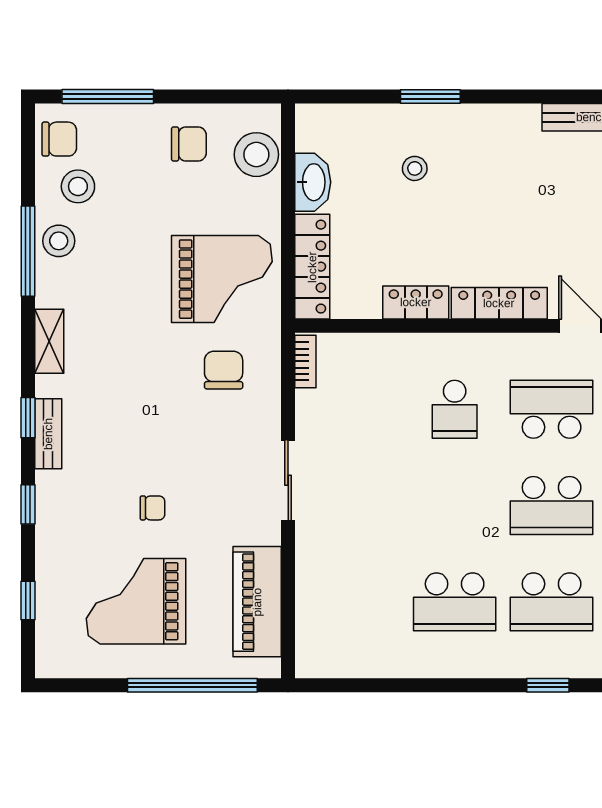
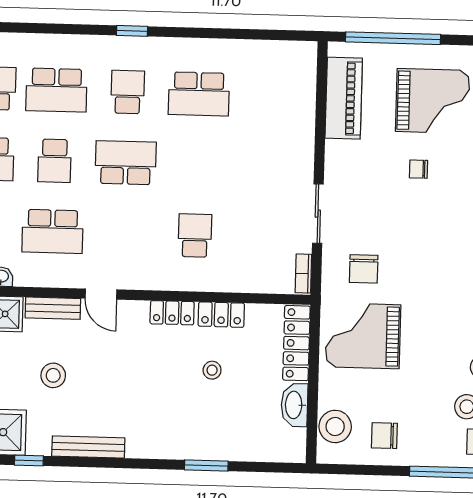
stool: (415, 168) -> (212, 370), moved
locker: (499, 303) -> (172, 313), width x0.66
school desk: (552, 409) -> (124, 233), removed
sliding door: (288, 480) -> (318, 214), moved
school desk: (455, 602) -> (199, 94), turned 180
school desk: (552, 602) -> (128, 92), width x0.54

